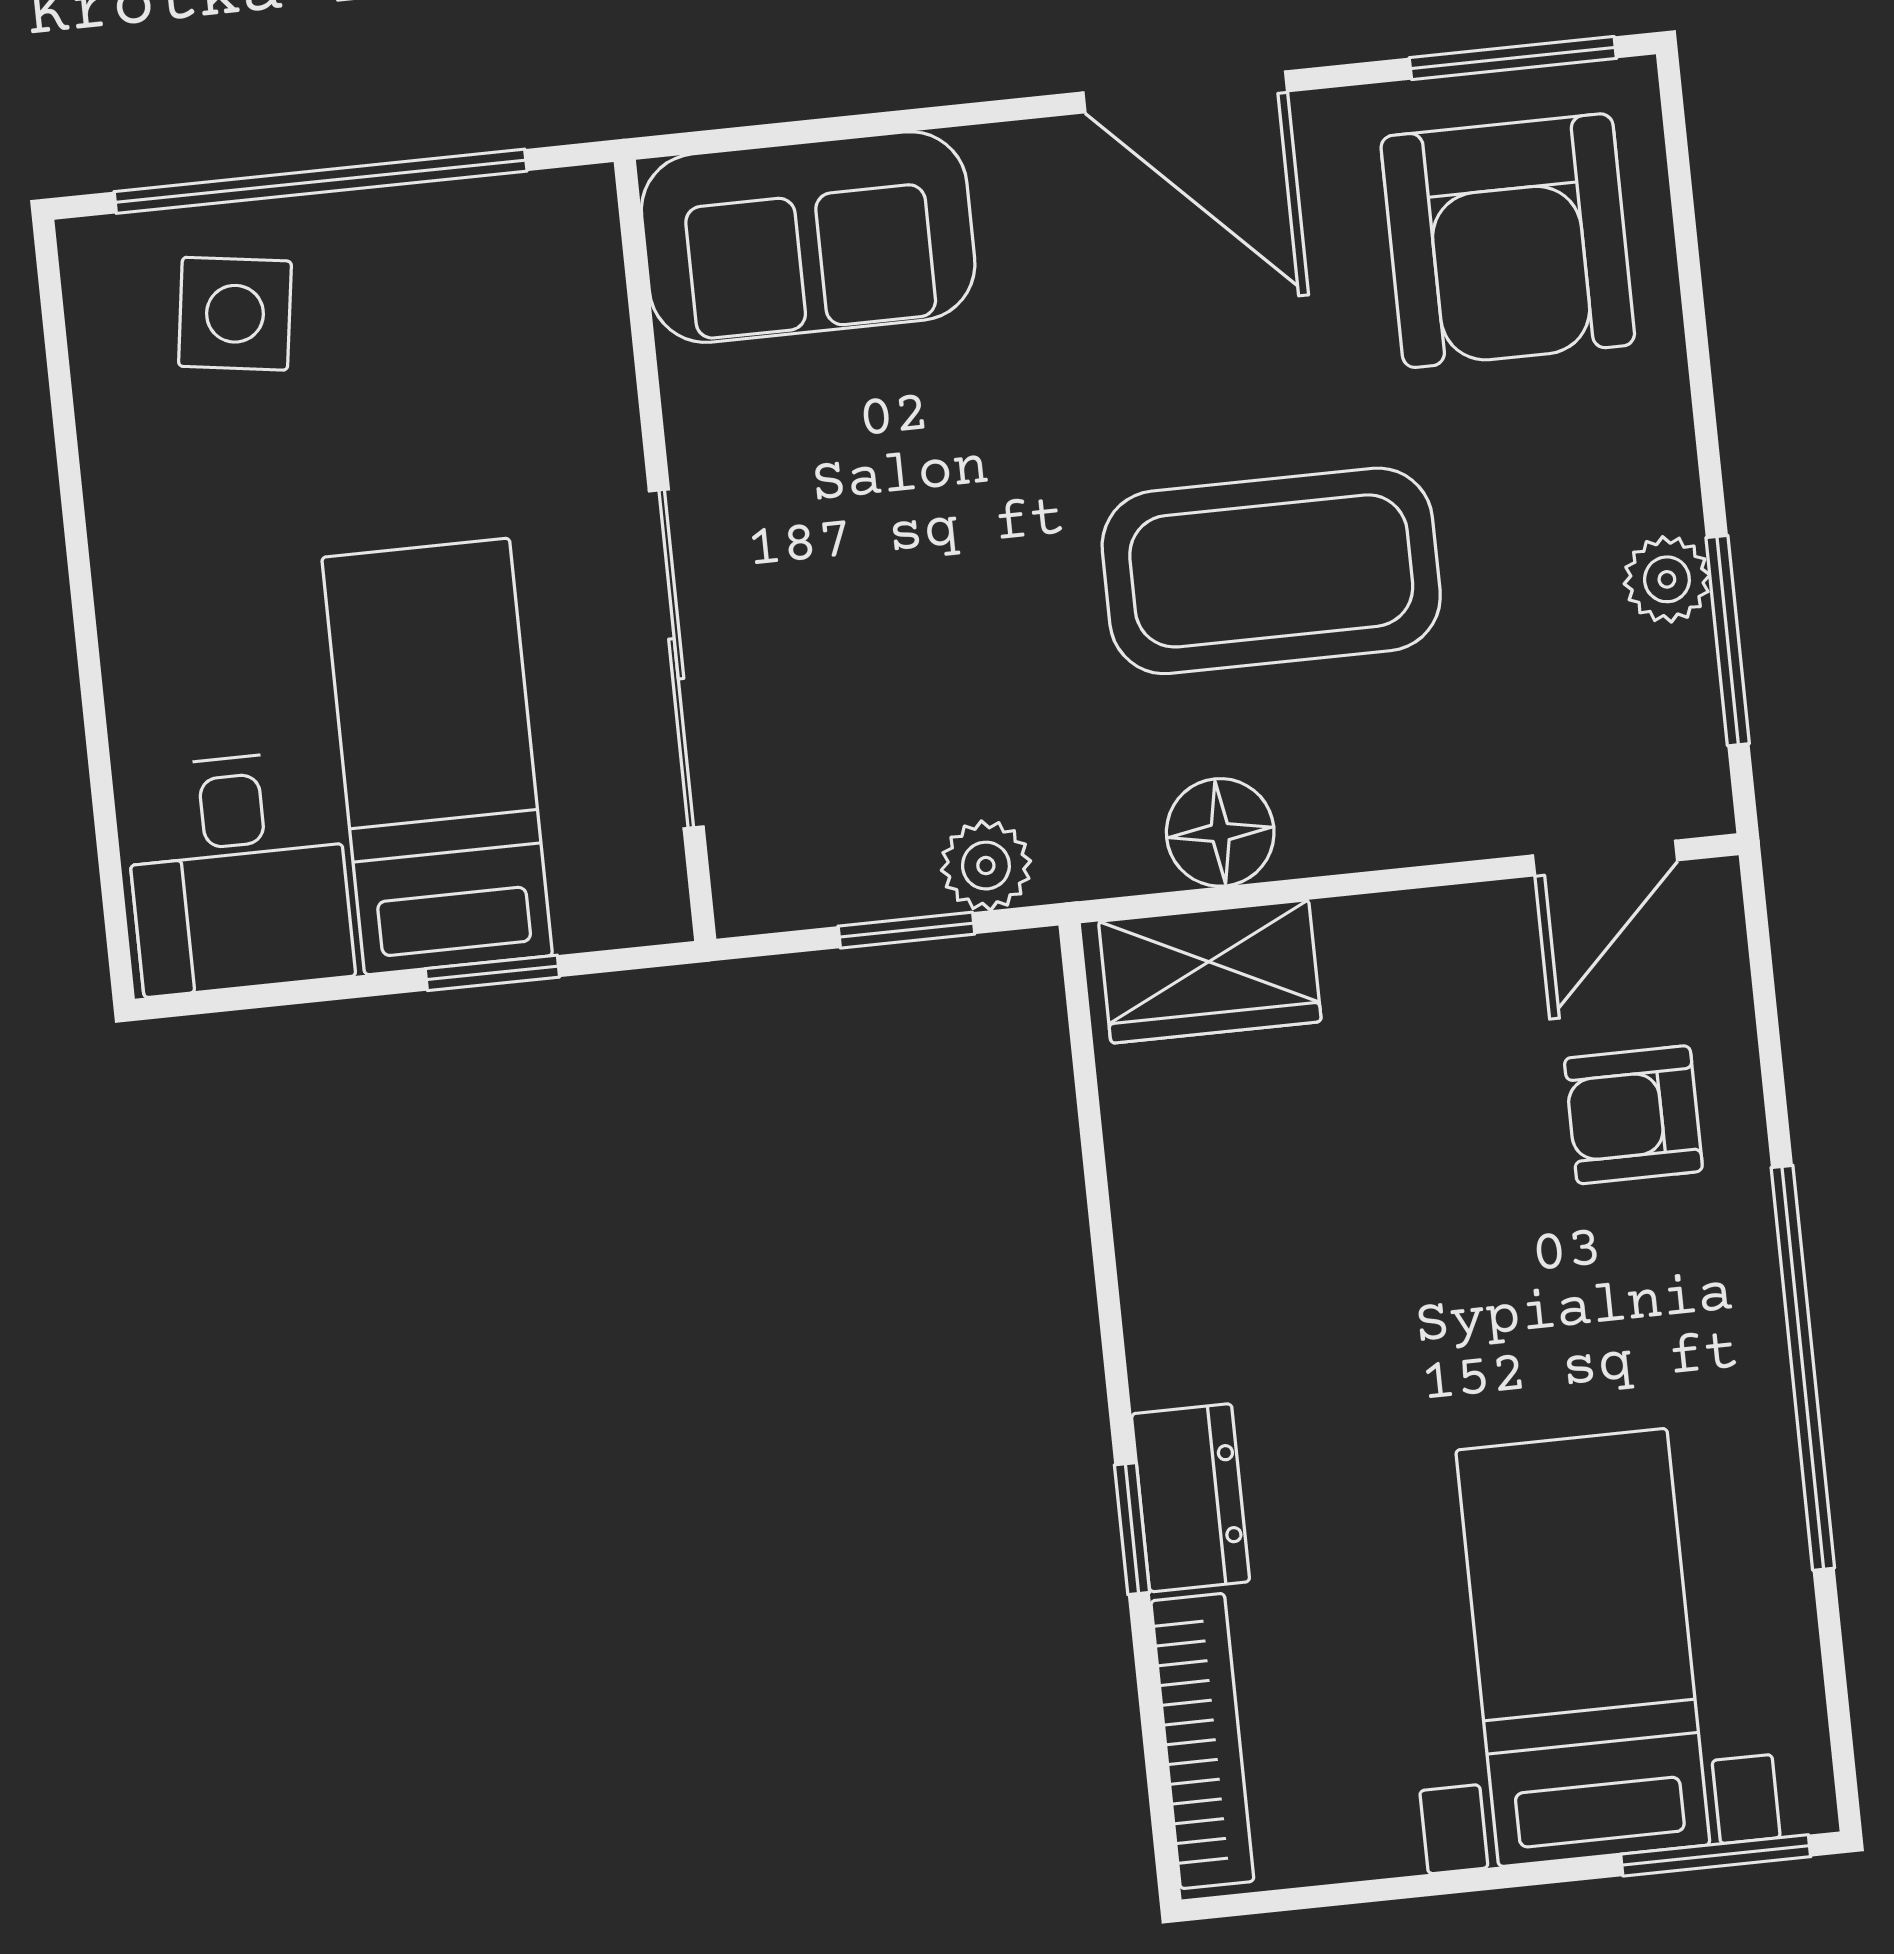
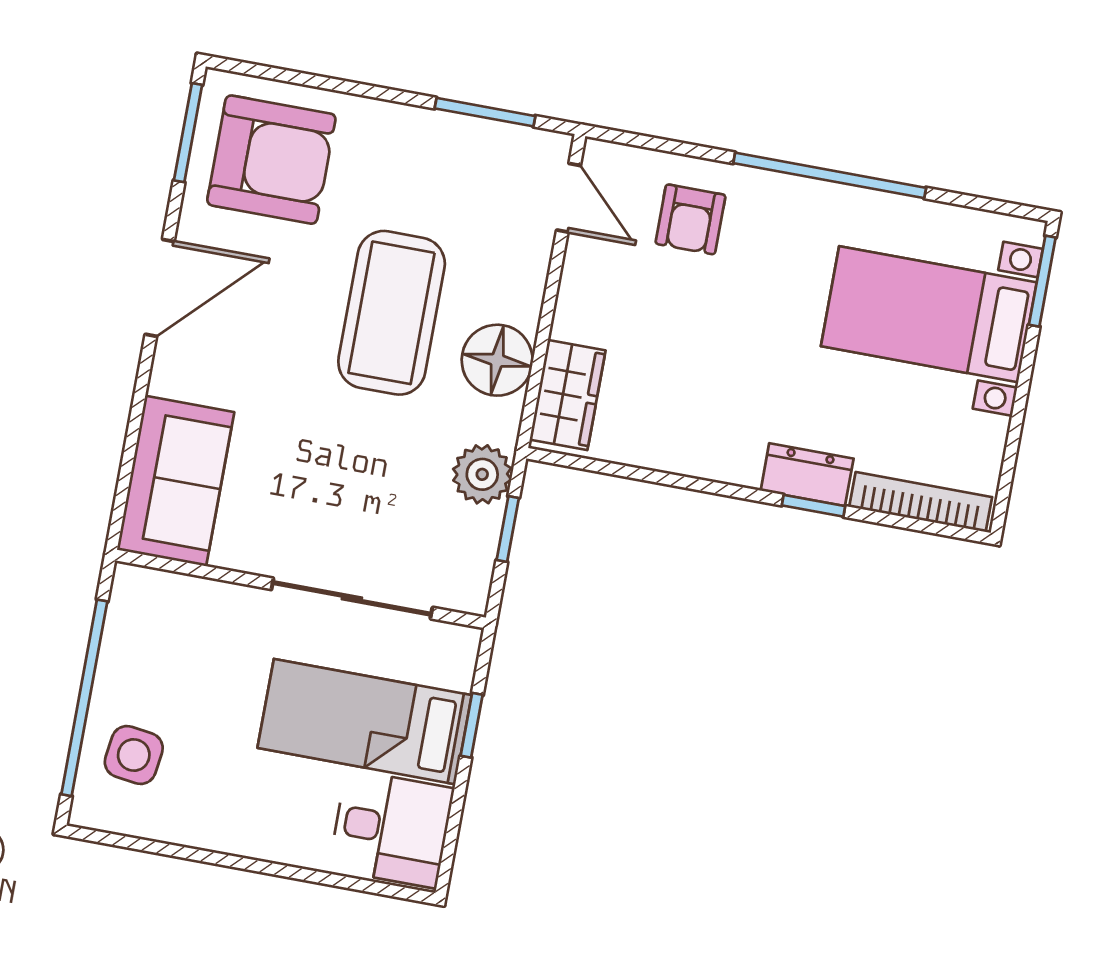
plant: (1667, 579) -> (449, 132), removed
floor lamp: (1220, 832) -> (497, 360), width x1.38, depth x1.38
plant: (986, 866) -> (482, 474), width x1.38, depth x1.38

